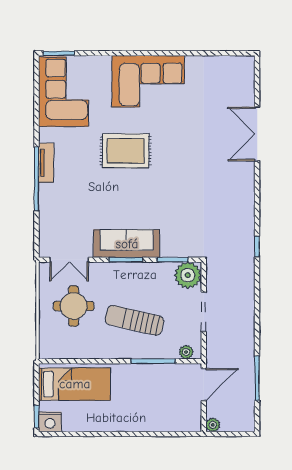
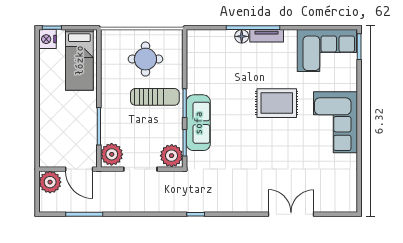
rug: (126, 151) -> (277, 103), turned 90
floor lamp: (47, 192) -> (242, 36), added
sofa: (127, 244) -> (198, 123), moved
double door: (69, 260) -> (185, 55), removed
sun lounger: (134, 320) -> (155, 97), moved, turned 77
plant: (186, 352) -> (112, 154), width x1.88, depth x1.88
plant: (213, 425) -> (50, 182), width x1.88, depth x1.88

